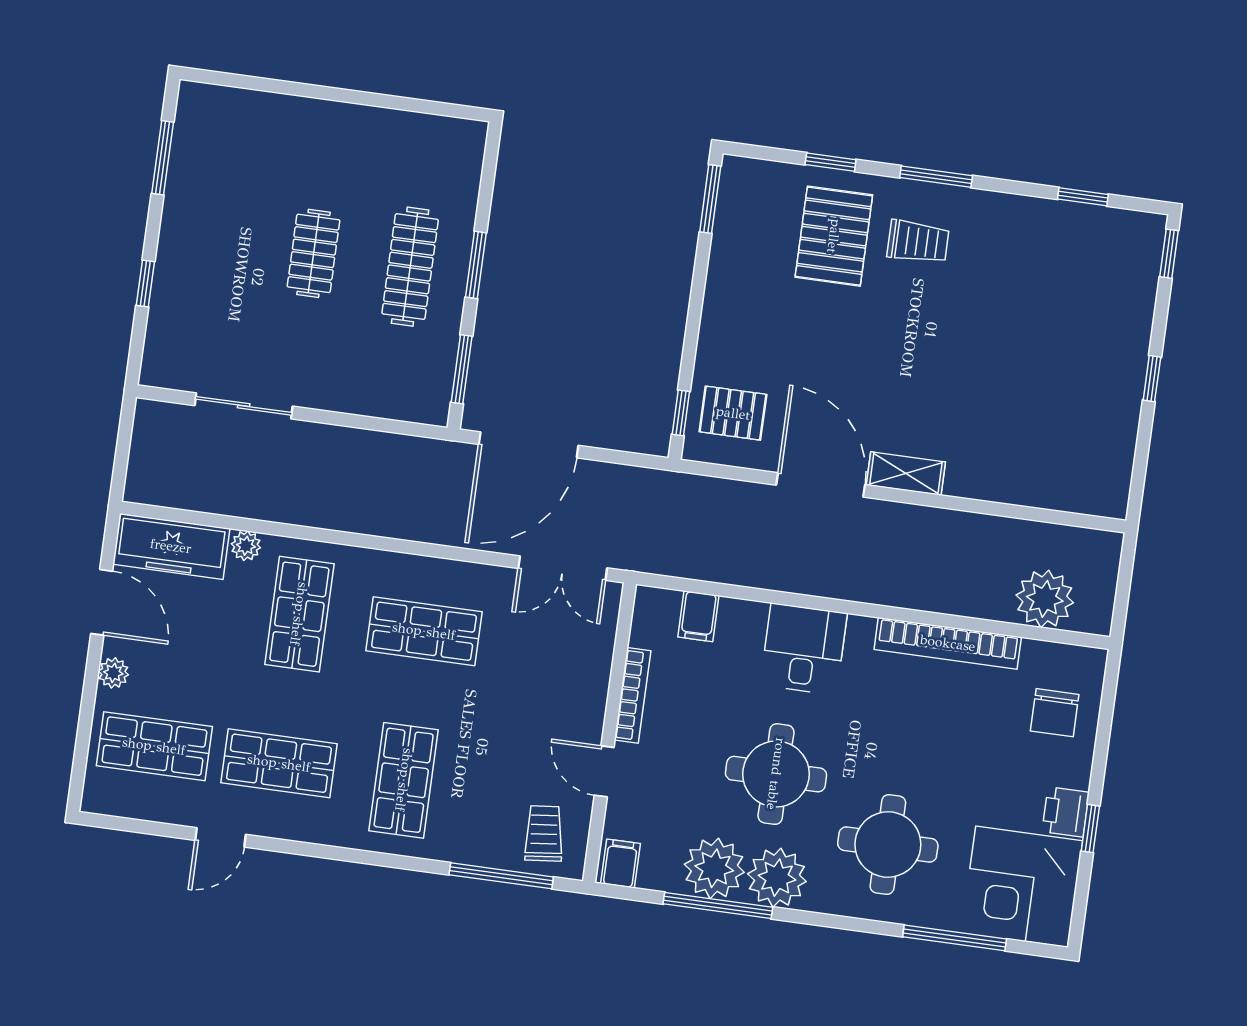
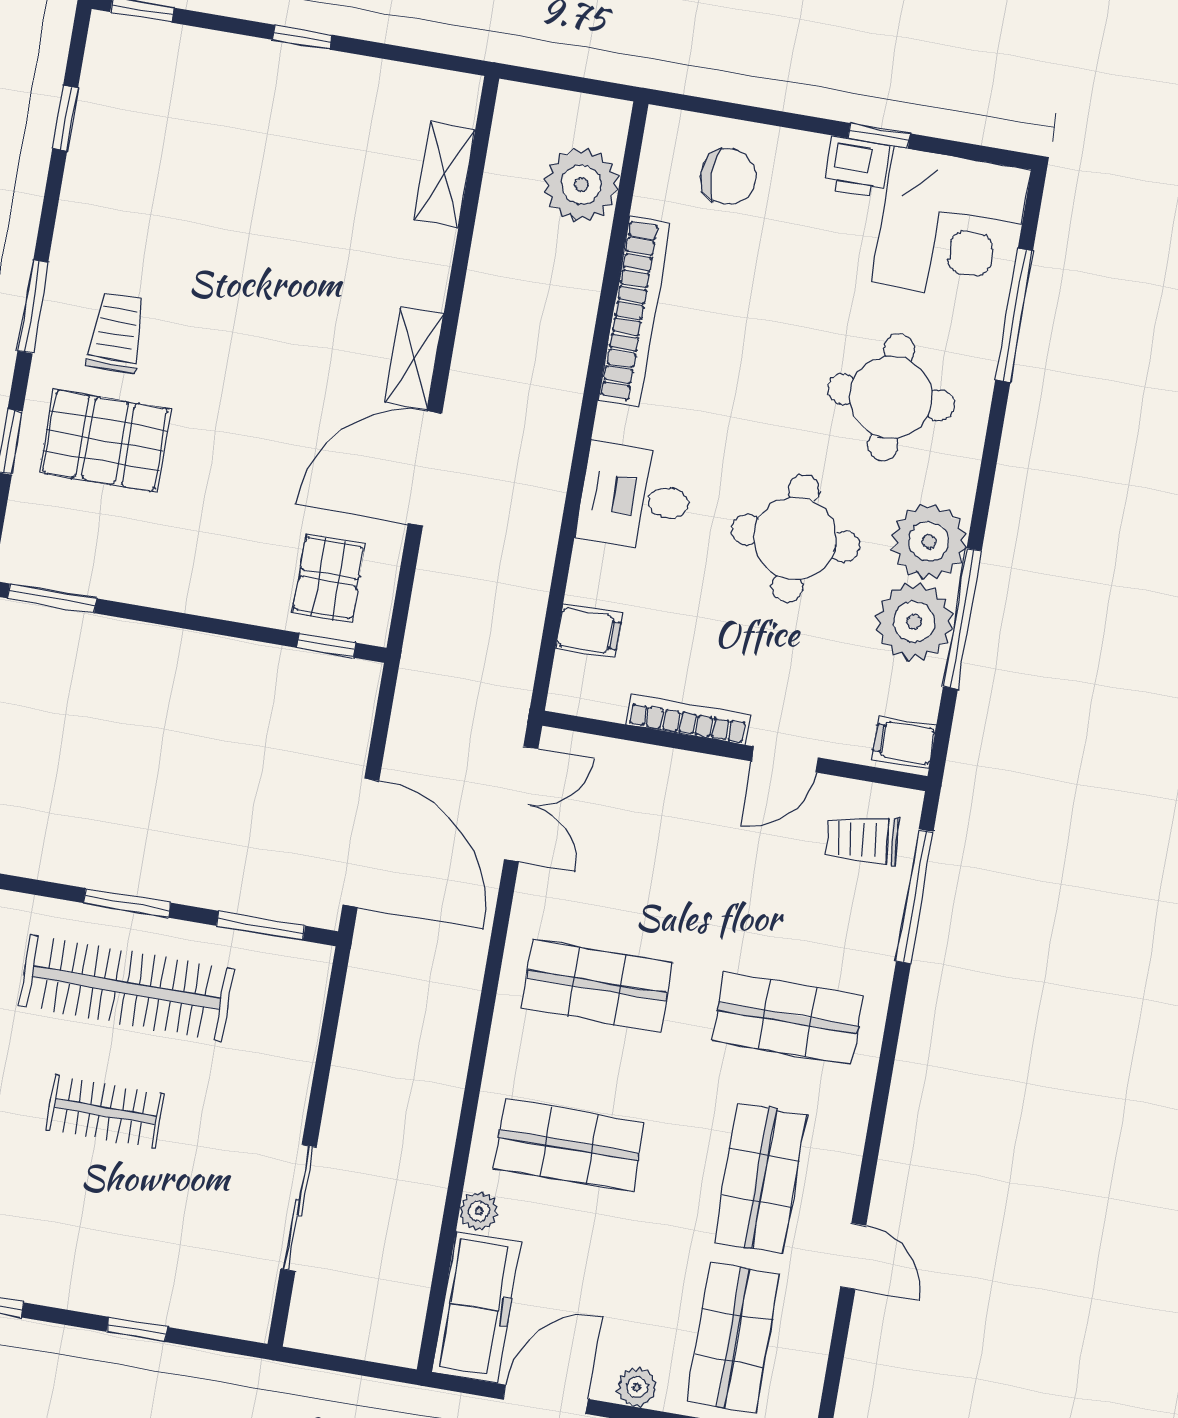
clothes rail: (410, 267) -> (126, 988), width x1.37, depth x1.31
shelving: (1049, 493) -> (445, 175), added
shop shelf: (424, 631) -> (597, 985), turned 90

